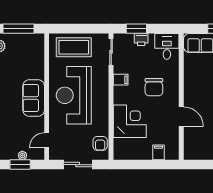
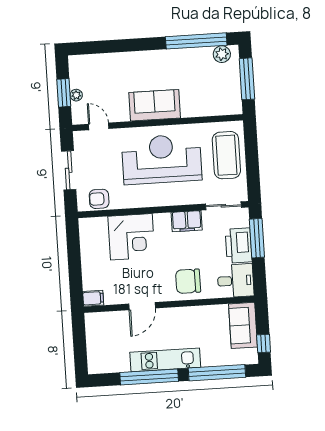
window: (136, 29) -> (257, 238), width x1.44
printer: (141, 39) -> (239, 246), width x1.87, depth x1.48
filing cabinet: (121, 80) -> (187, 221), width x2.00
chair: (154, 87) -> (188, 281), moved
filing cabinet: (158, 152) -> (93, 298), moved

